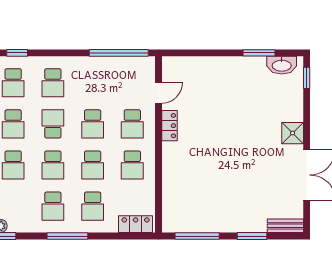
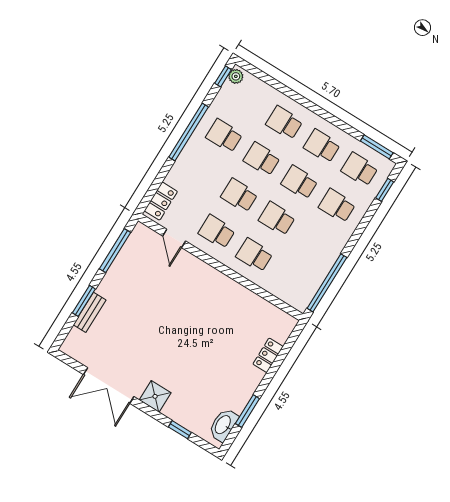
window: (307, 78) -> (180, 430), moved
door: (158, 93) -> (174, 238), moved
school desk: (53, 124) -> (299, 182), turned 180
locker: (170, 126) -> (268, 355), moved, turned 90
school desk: (93, 206) -> (202, 172), removed
bench: (285, 226) -> (90, 312), moved
window: (67, 236) -> (189, 132), width x1.46

